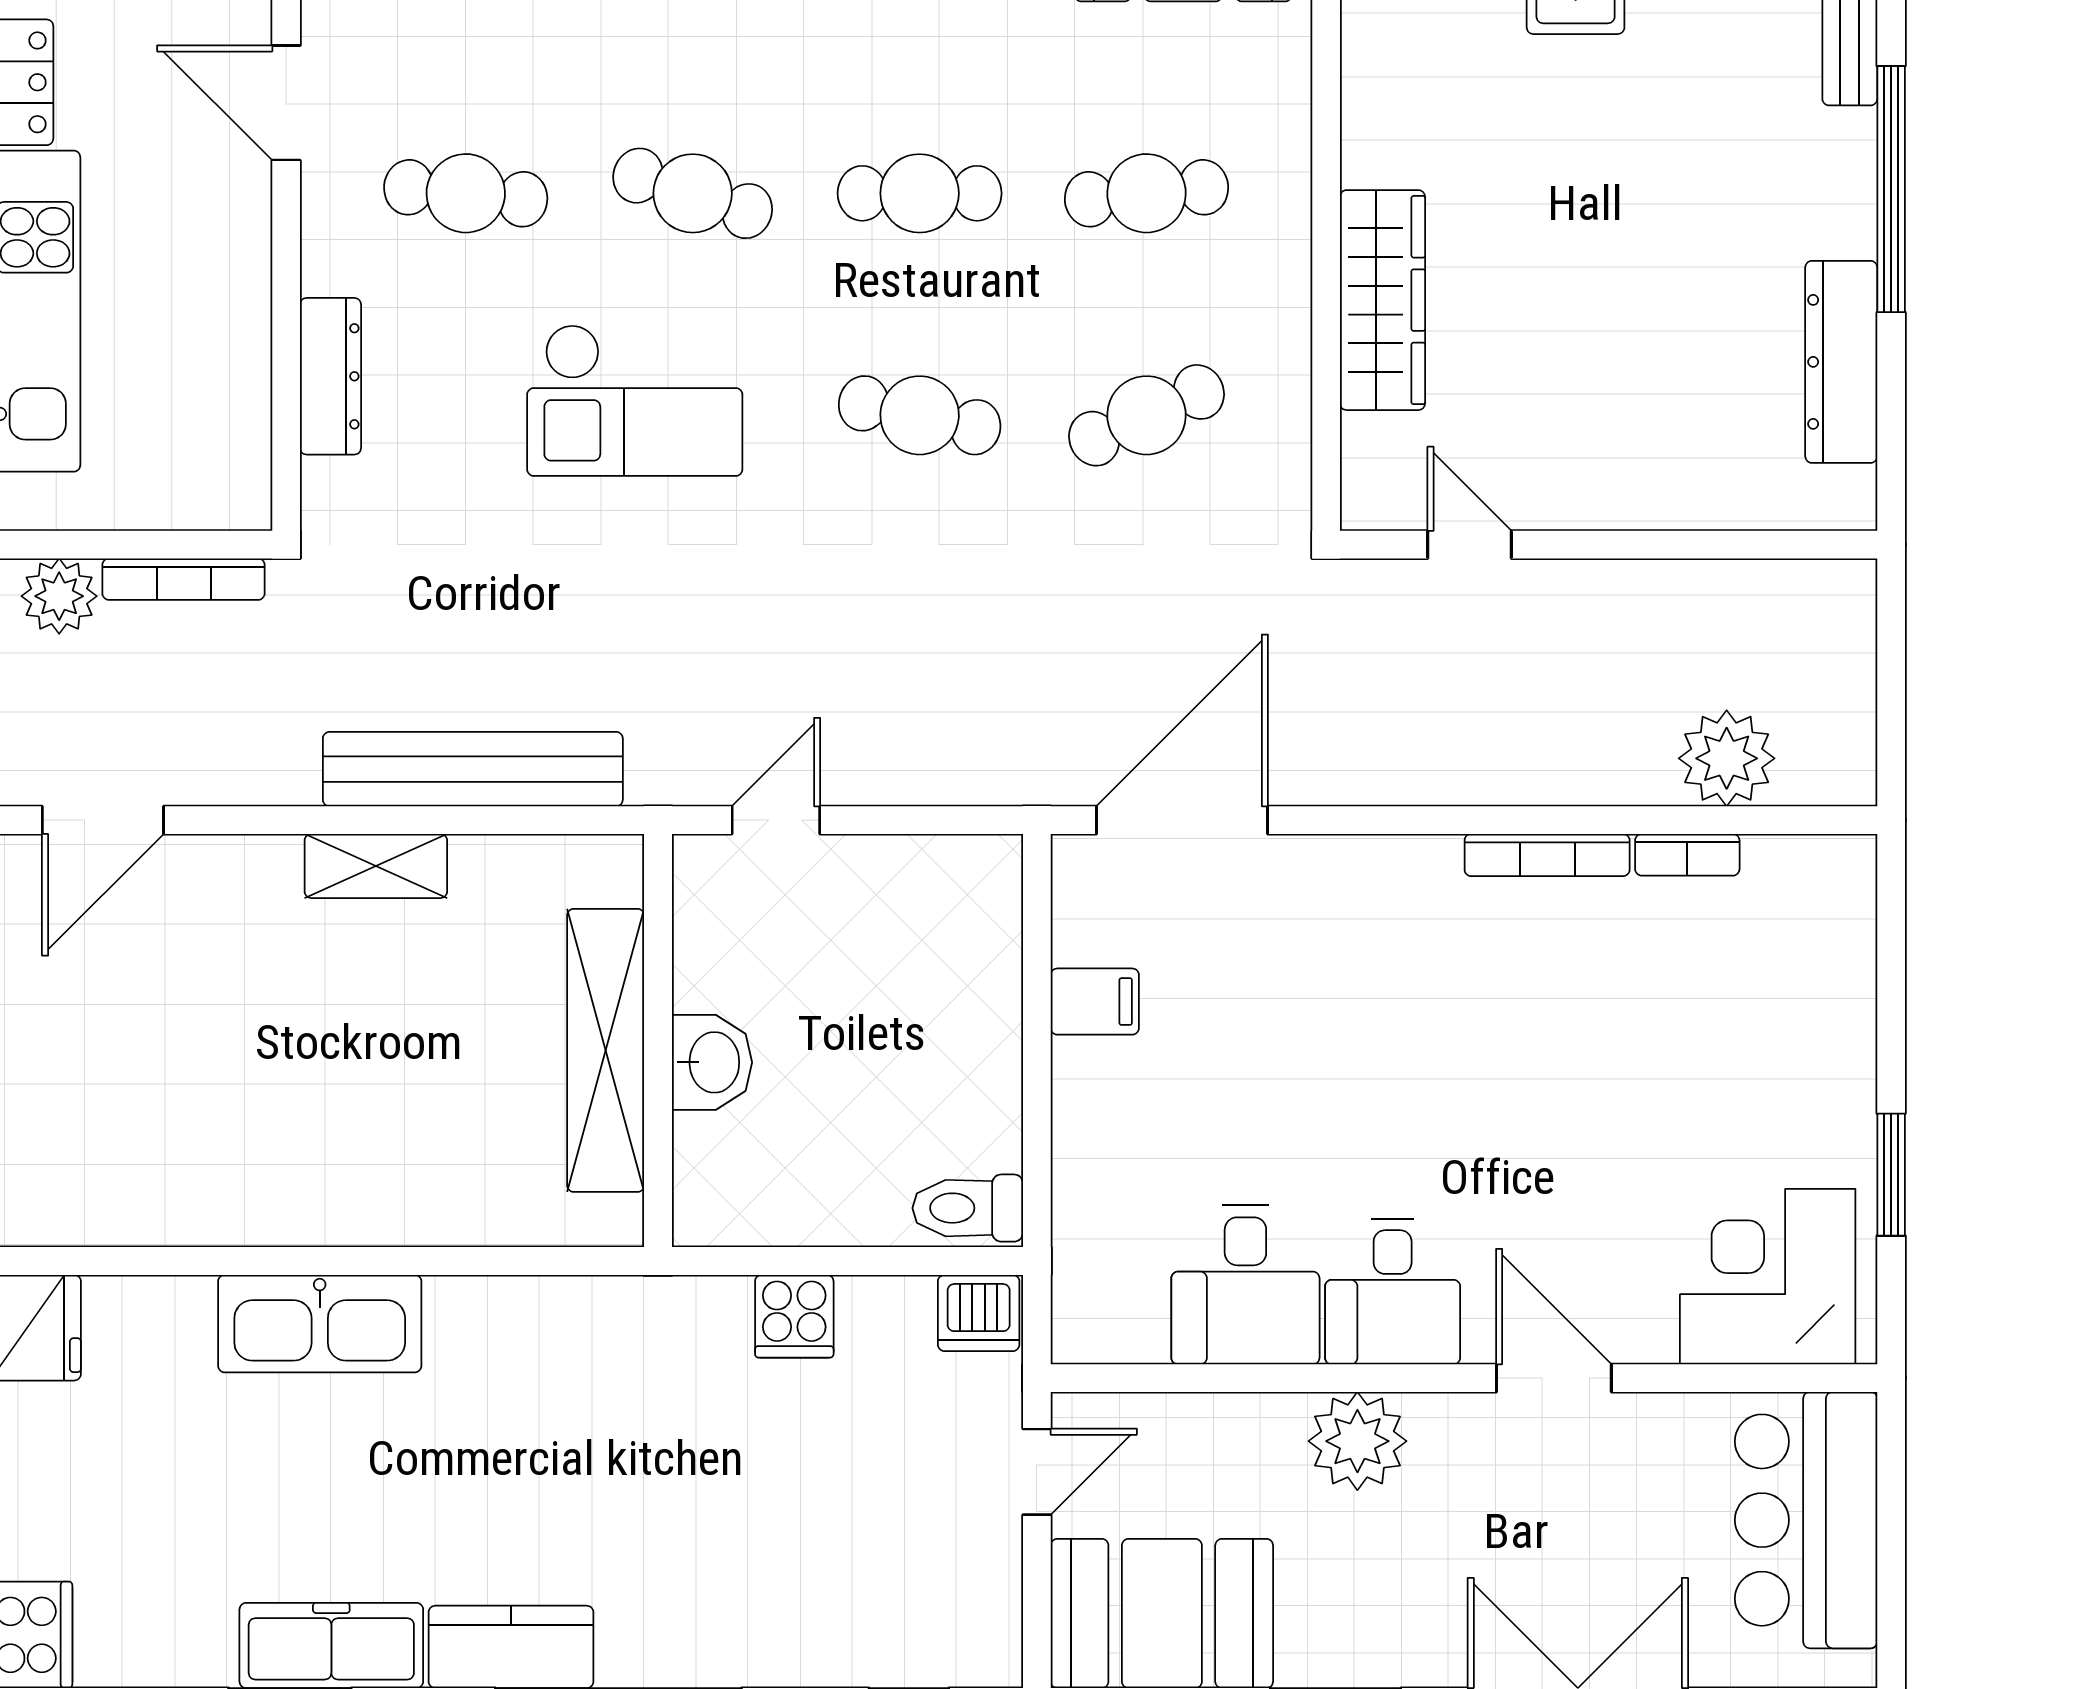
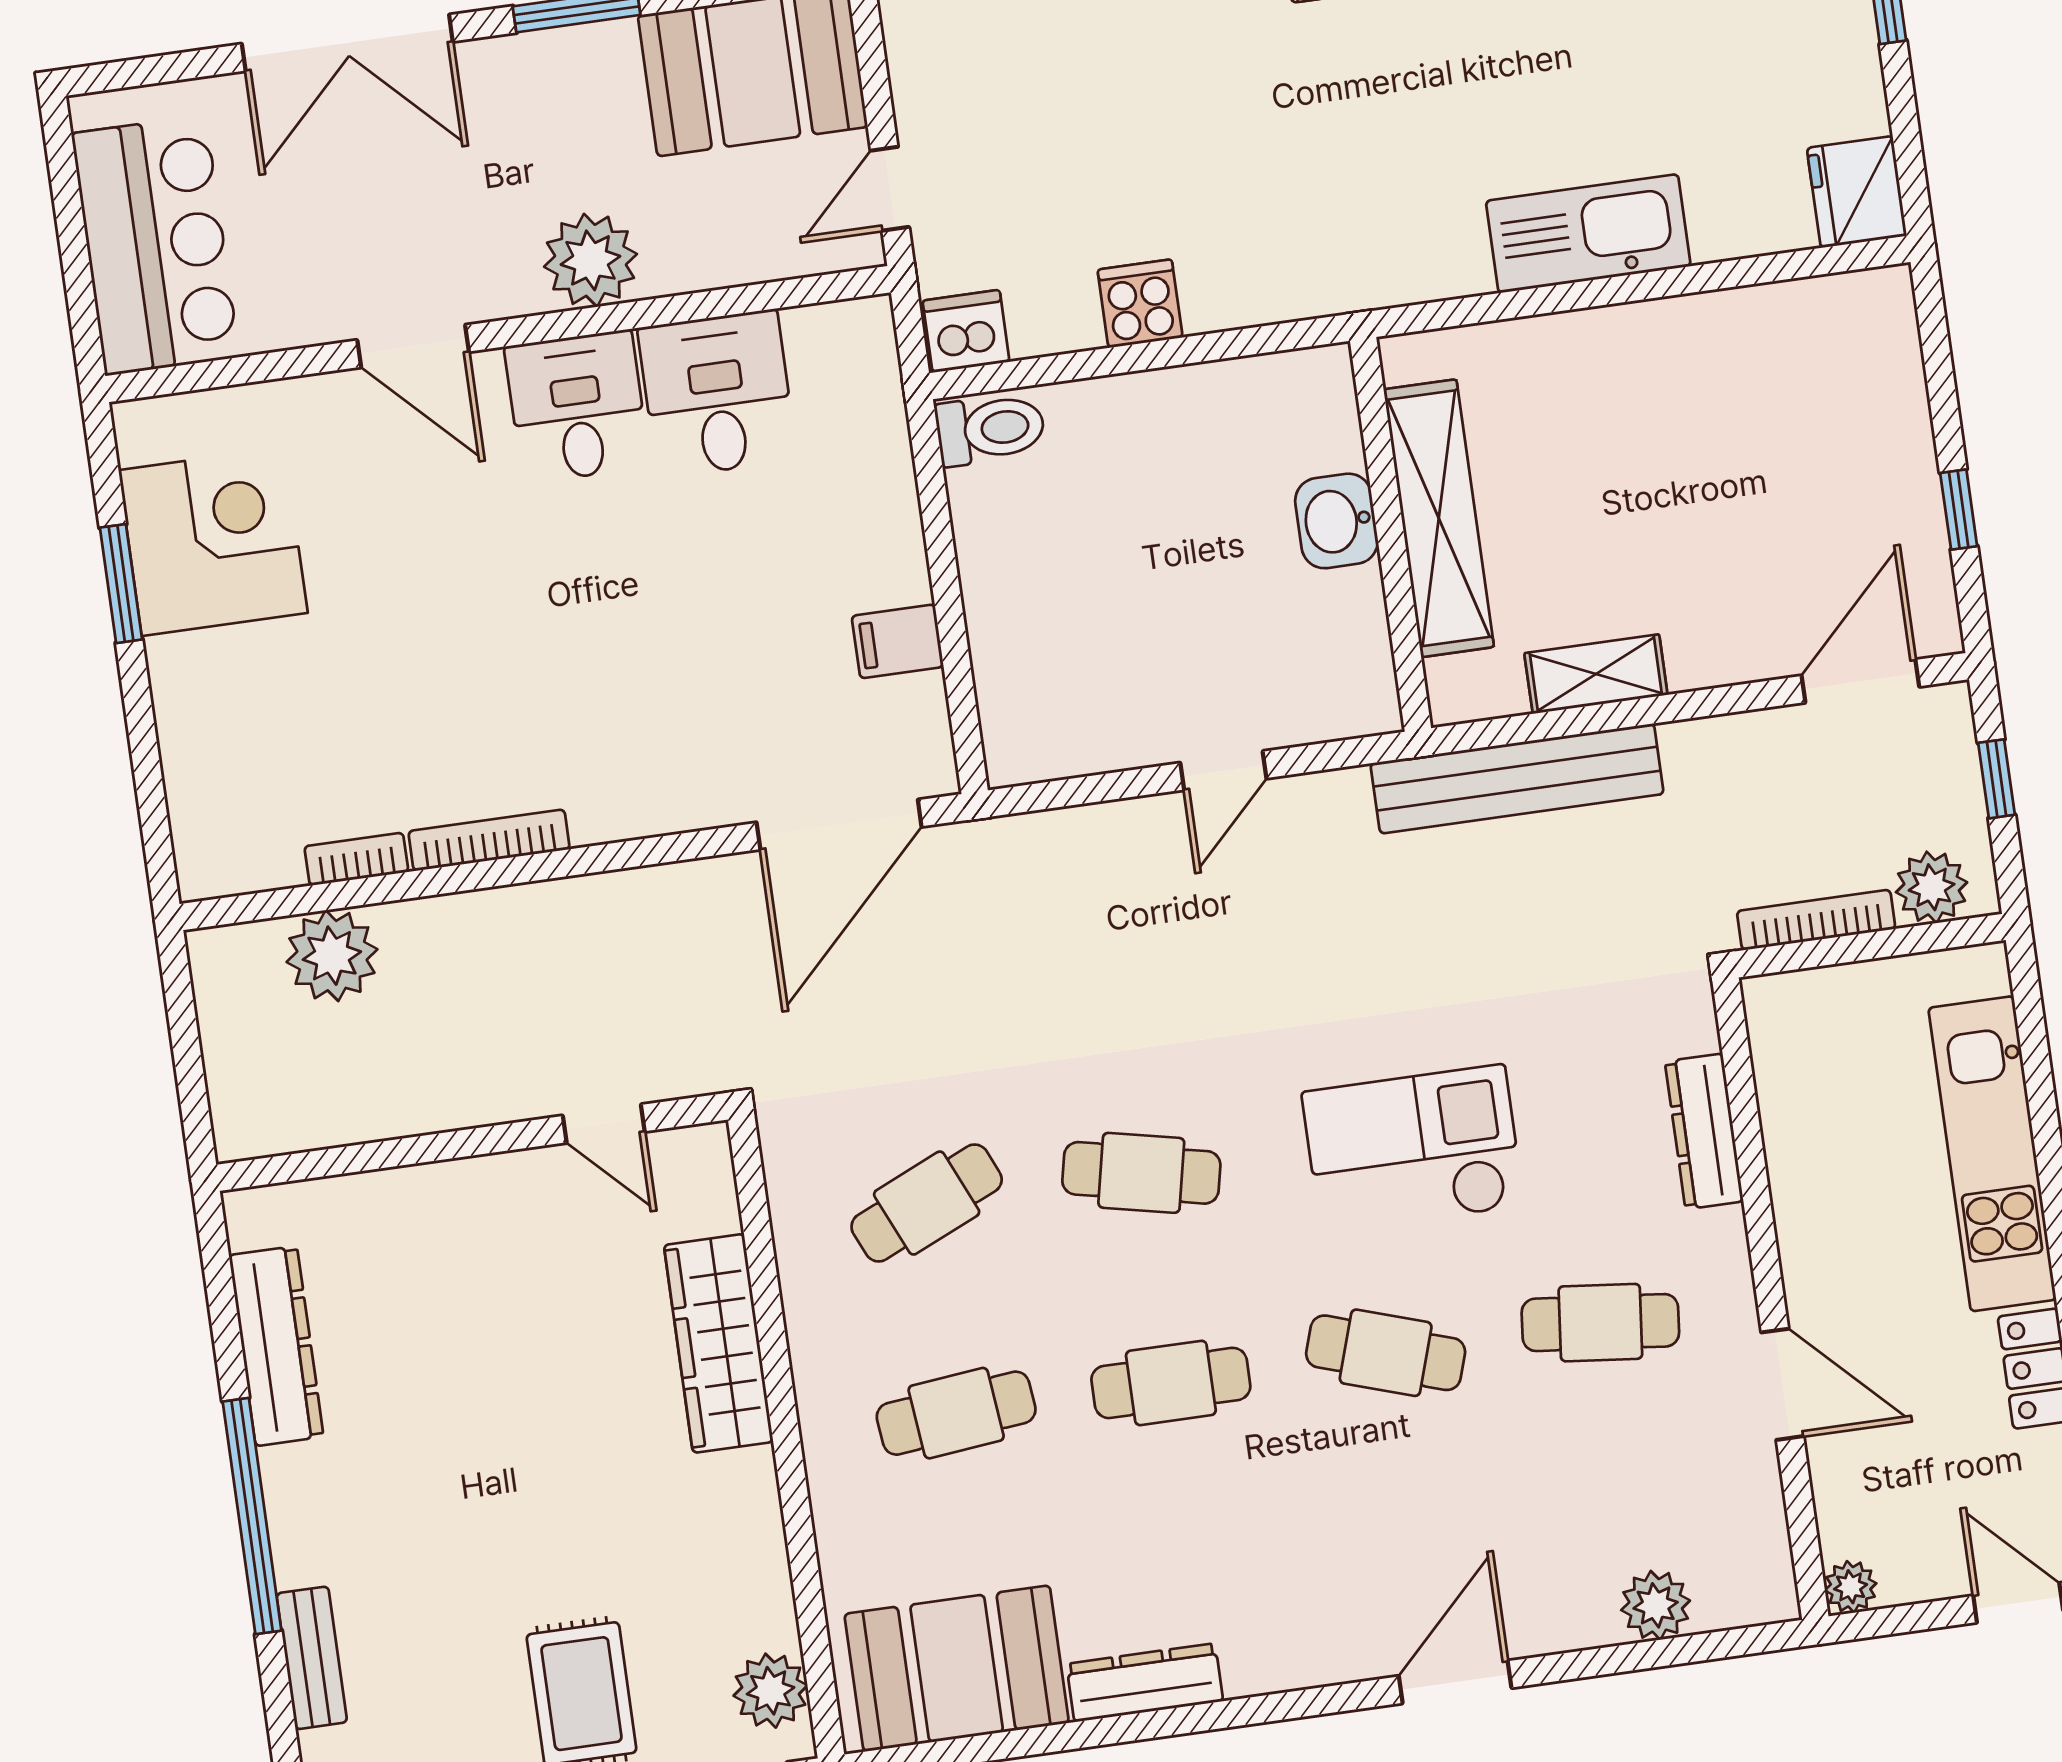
wall: (658, 1041) -> (1390, 534), moved
shelving: (606, 1050) -> (1439, 518), moved
washbasin: (712, 1062) -> (1337, 521), moved
corner desk: (1768, 1277) -> (213, 542), moved, turned -90

